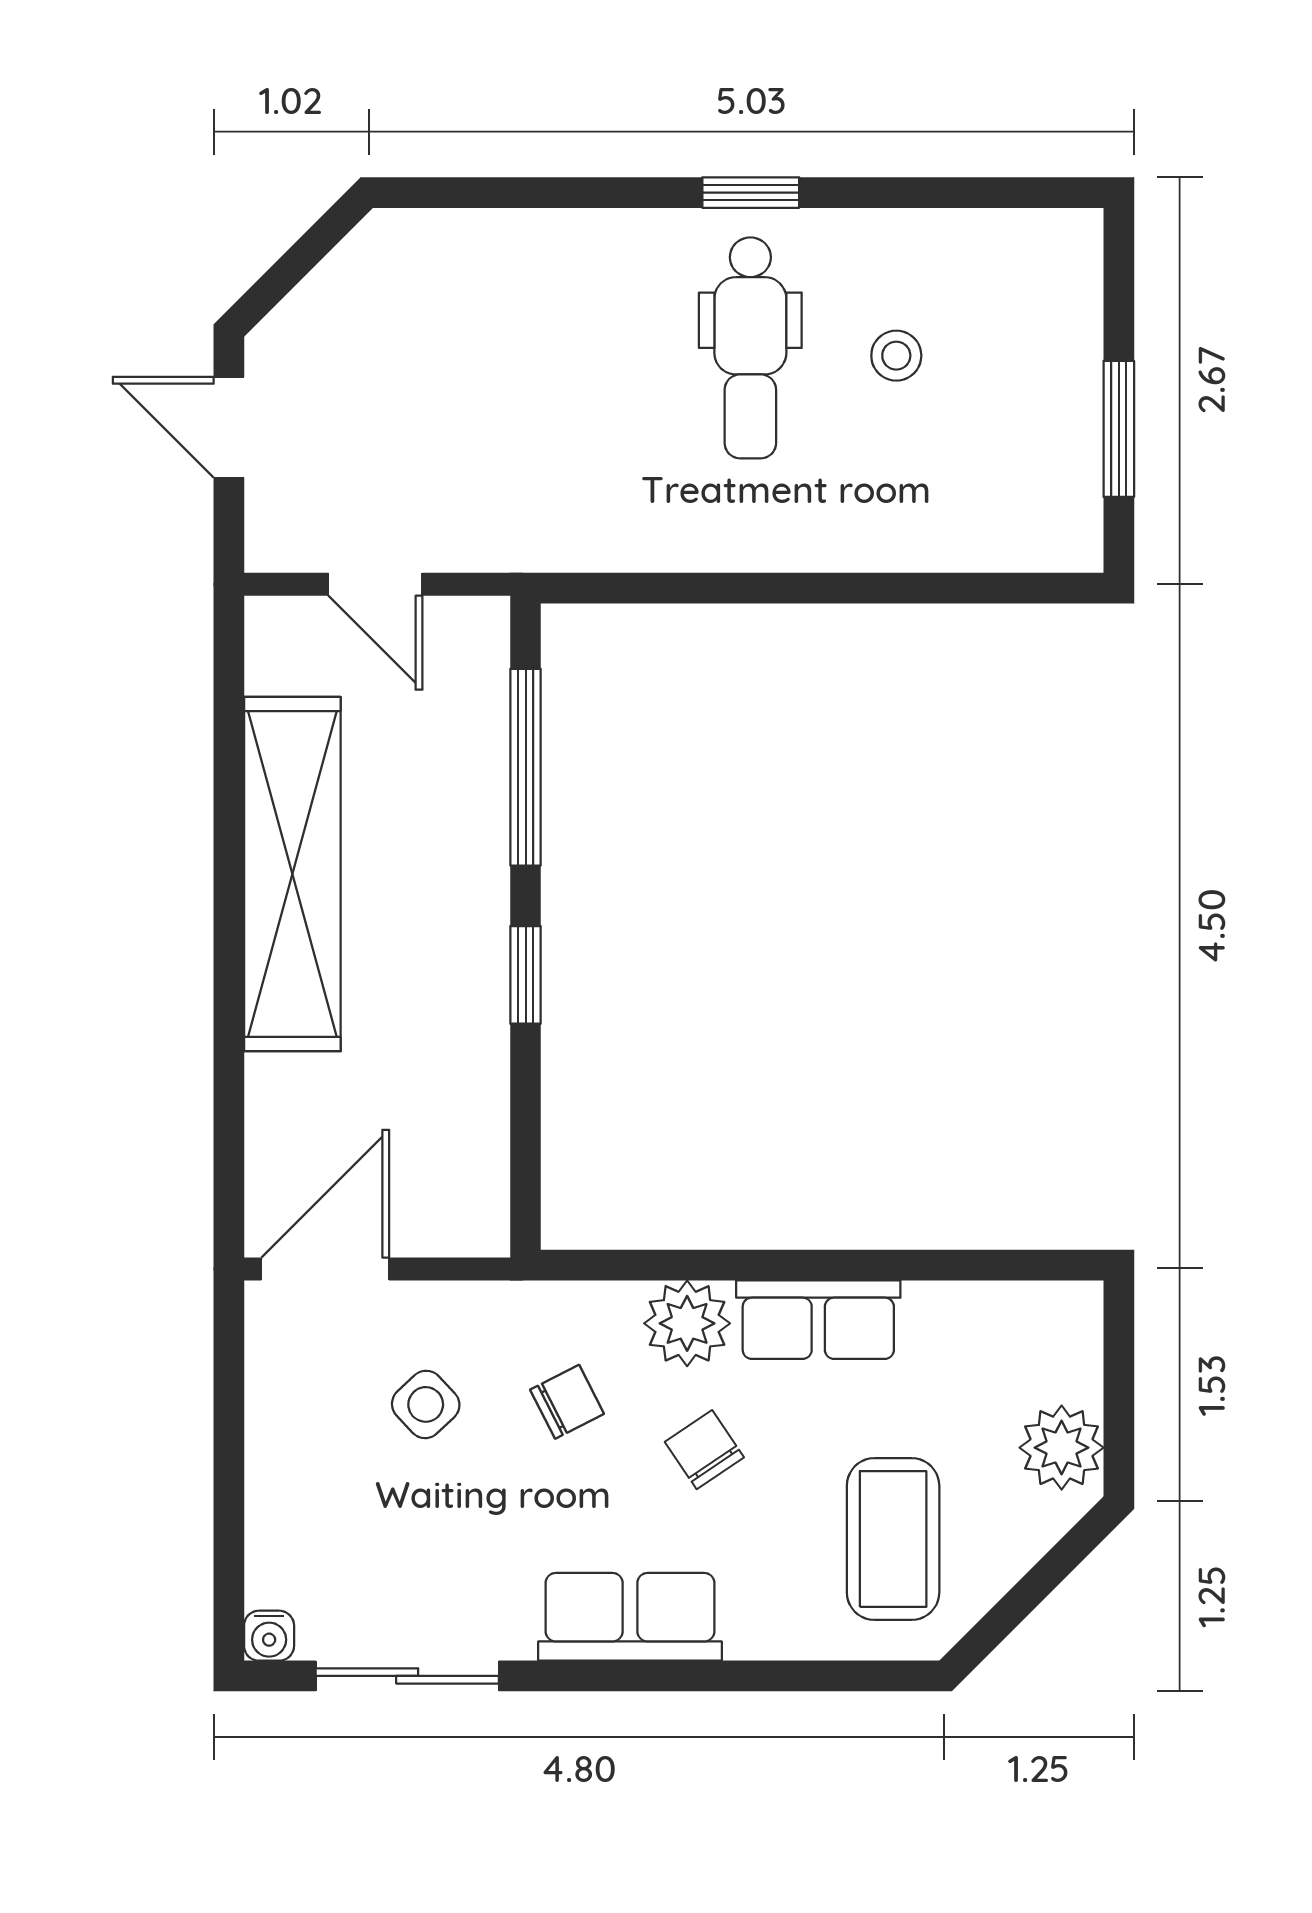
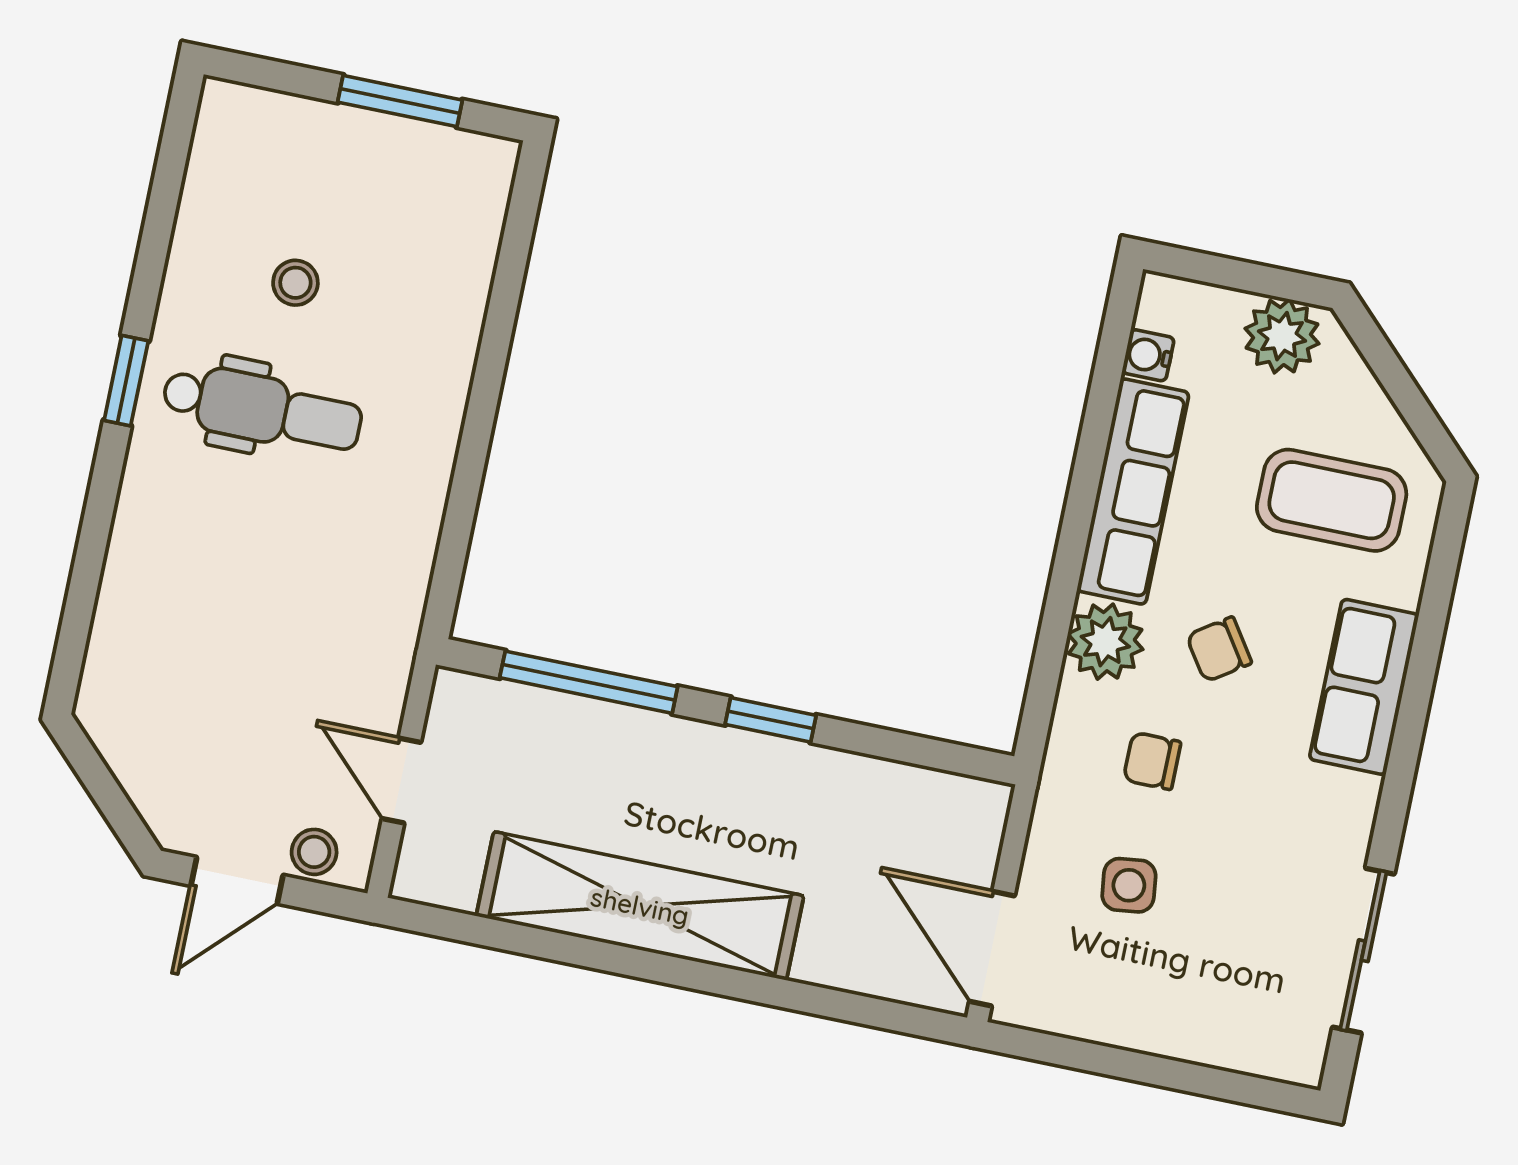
stool: (278, 505) -> (314, 852), added
door: (375, 584) -> (401, 781), swing flipped
row of seats: (818, 1320) -> (1133, 491), width x1.48
chair: (567, 1402) -> (1152, 761), turned -63
side table: (426, 1404) -> (1129, 885), turned 36
row of seats: (630, 1617) -> (1364, 687), moved
water cooler: (269, 1636) -> (1148, 355), moved, turned 180

